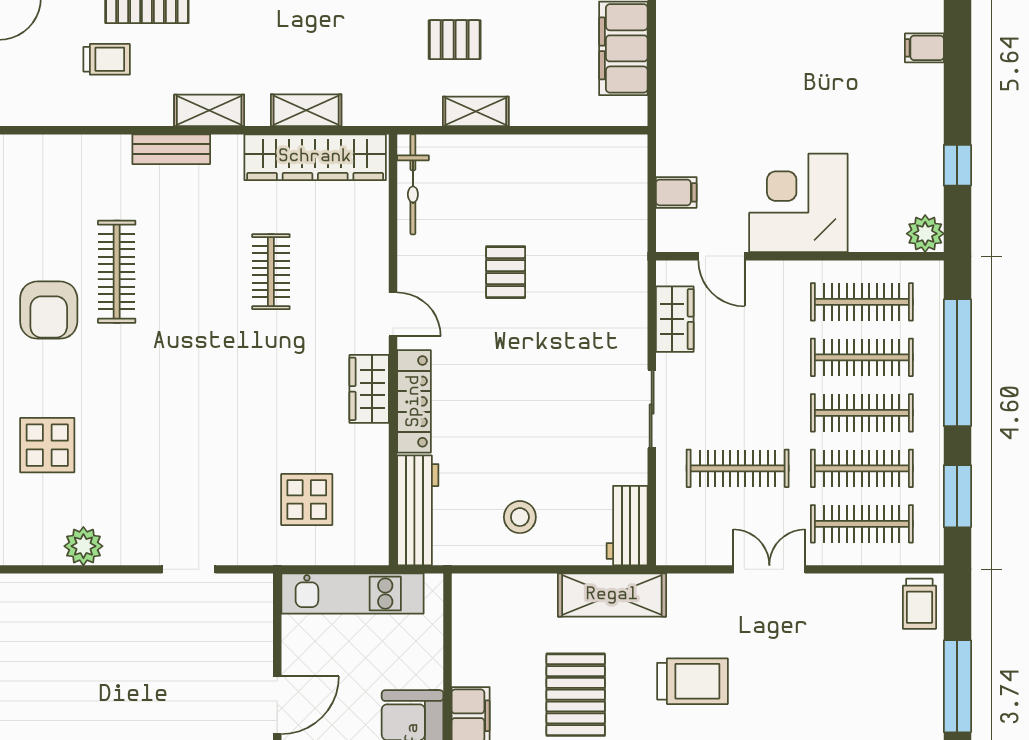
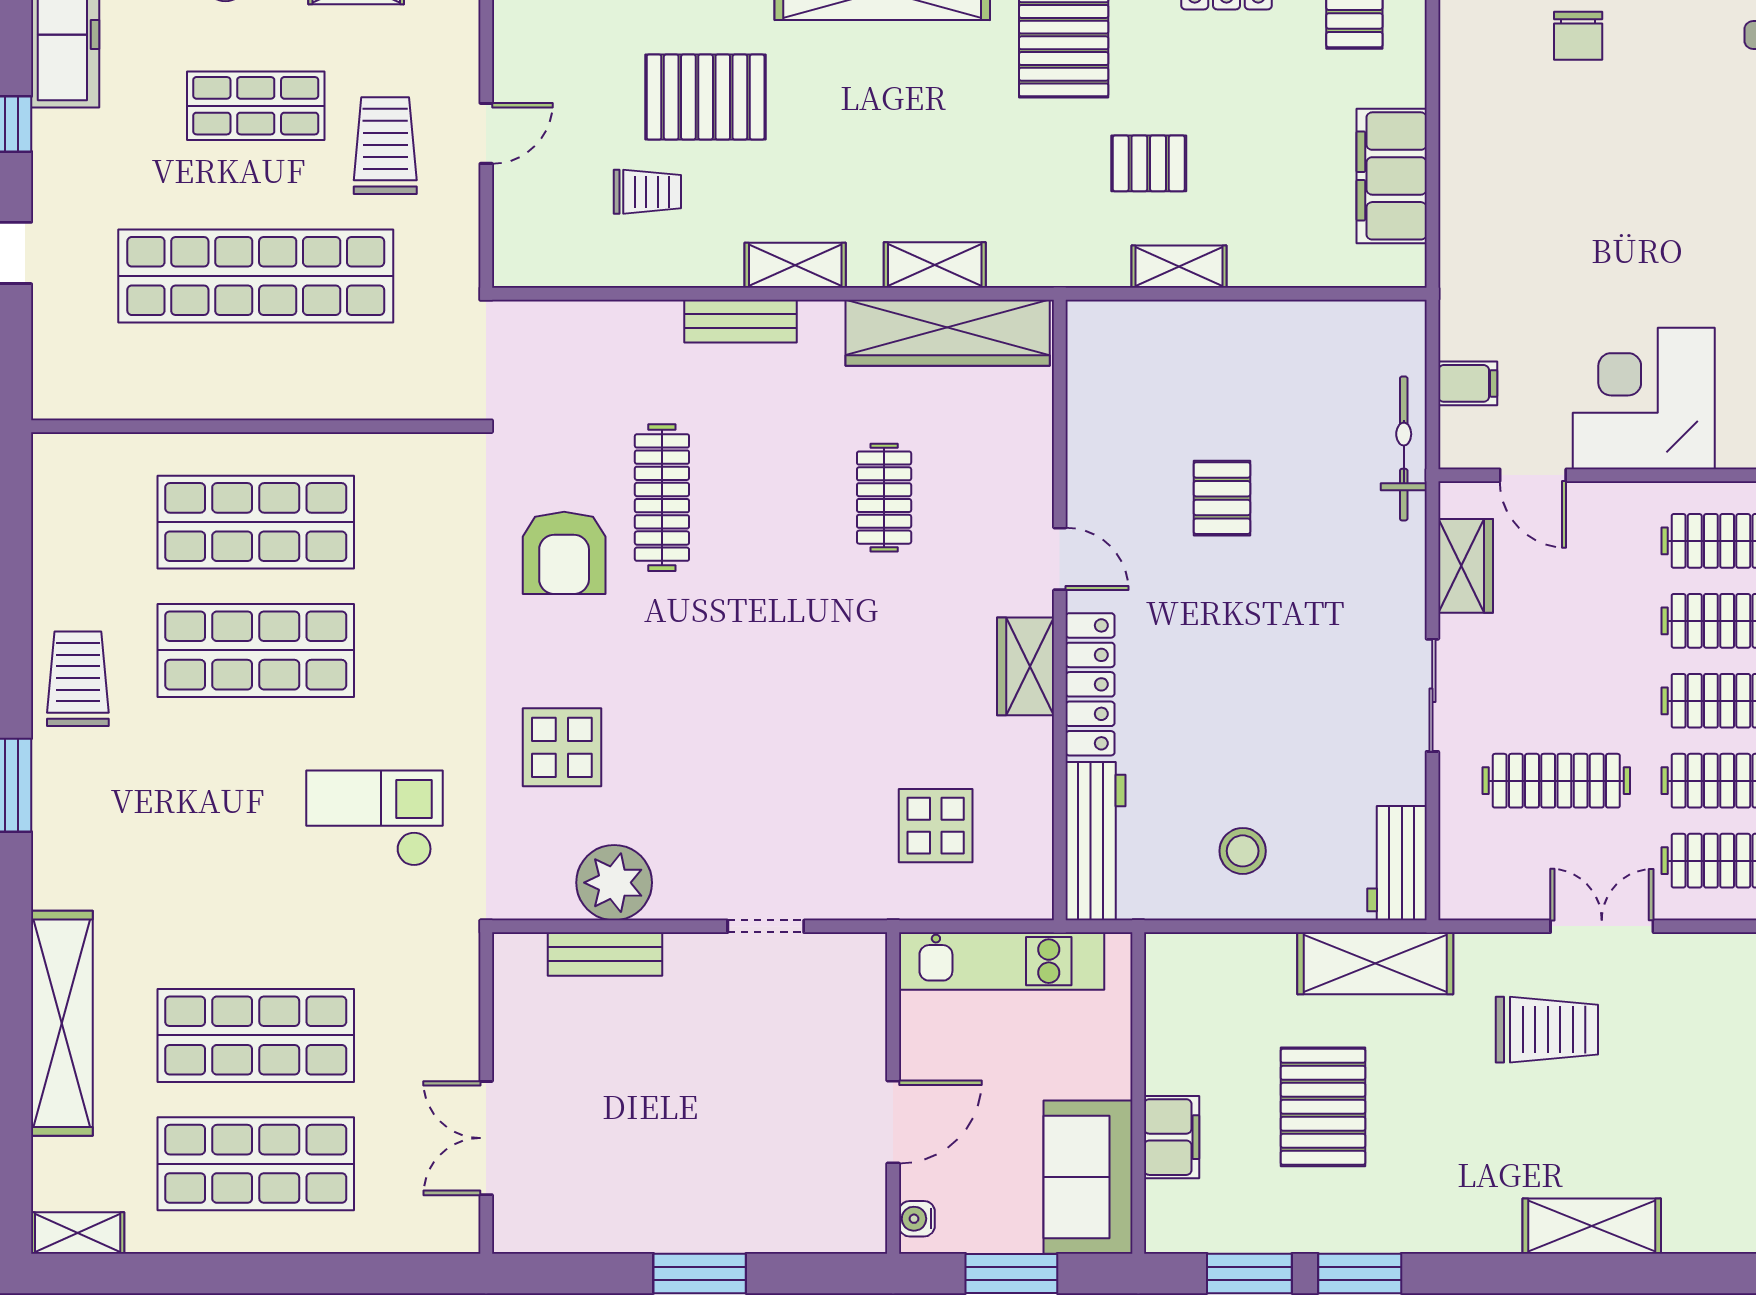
bicycle: (413, 184) -> (1404, 448), moved, turned 180
plant: (83, 546) -> (614, 883), width x1.36, depth x1.36
bench: (77, 589) -> (605, 954), added
trolley: (692, 681) -> (1547, 1030), moved

